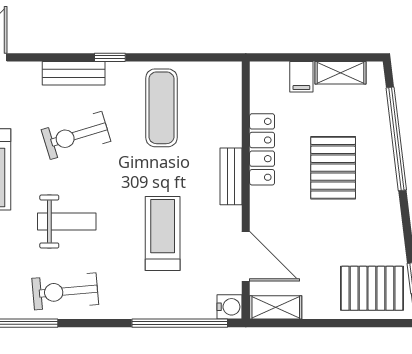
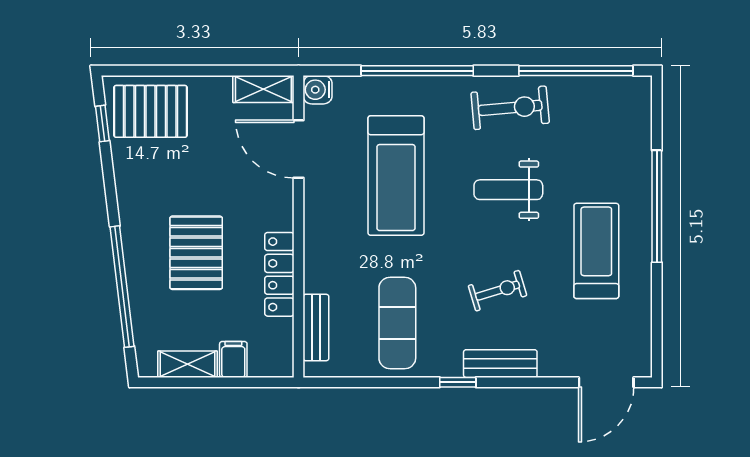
exercise bike: (76, 135) -> (498, 291), width x0.73, depth x0.72
bench: (231, 176) -> (316, 328), moved
treadmill: (163, 234) -> (396, 176), width x1.37, depth x1.38
window: (180, 323) -> (417, 71), moved

